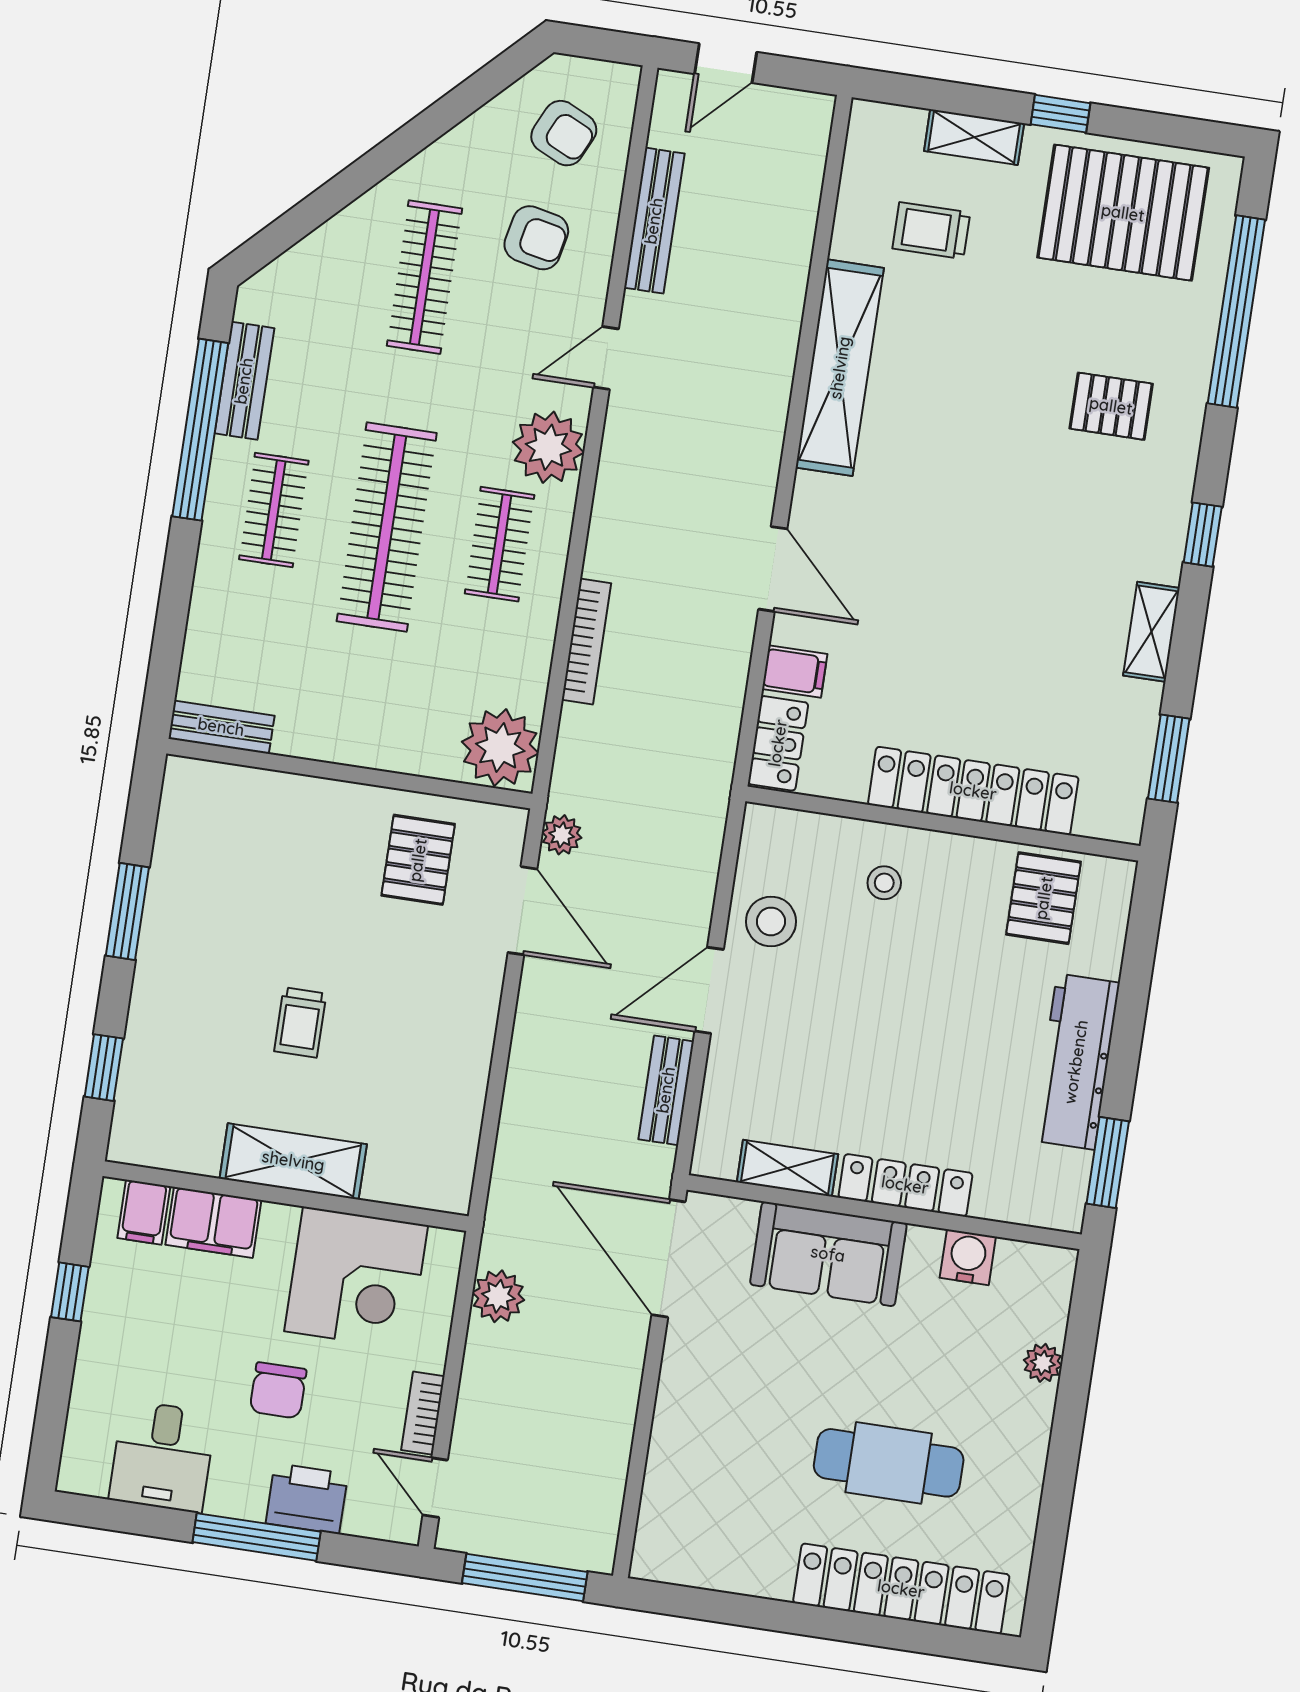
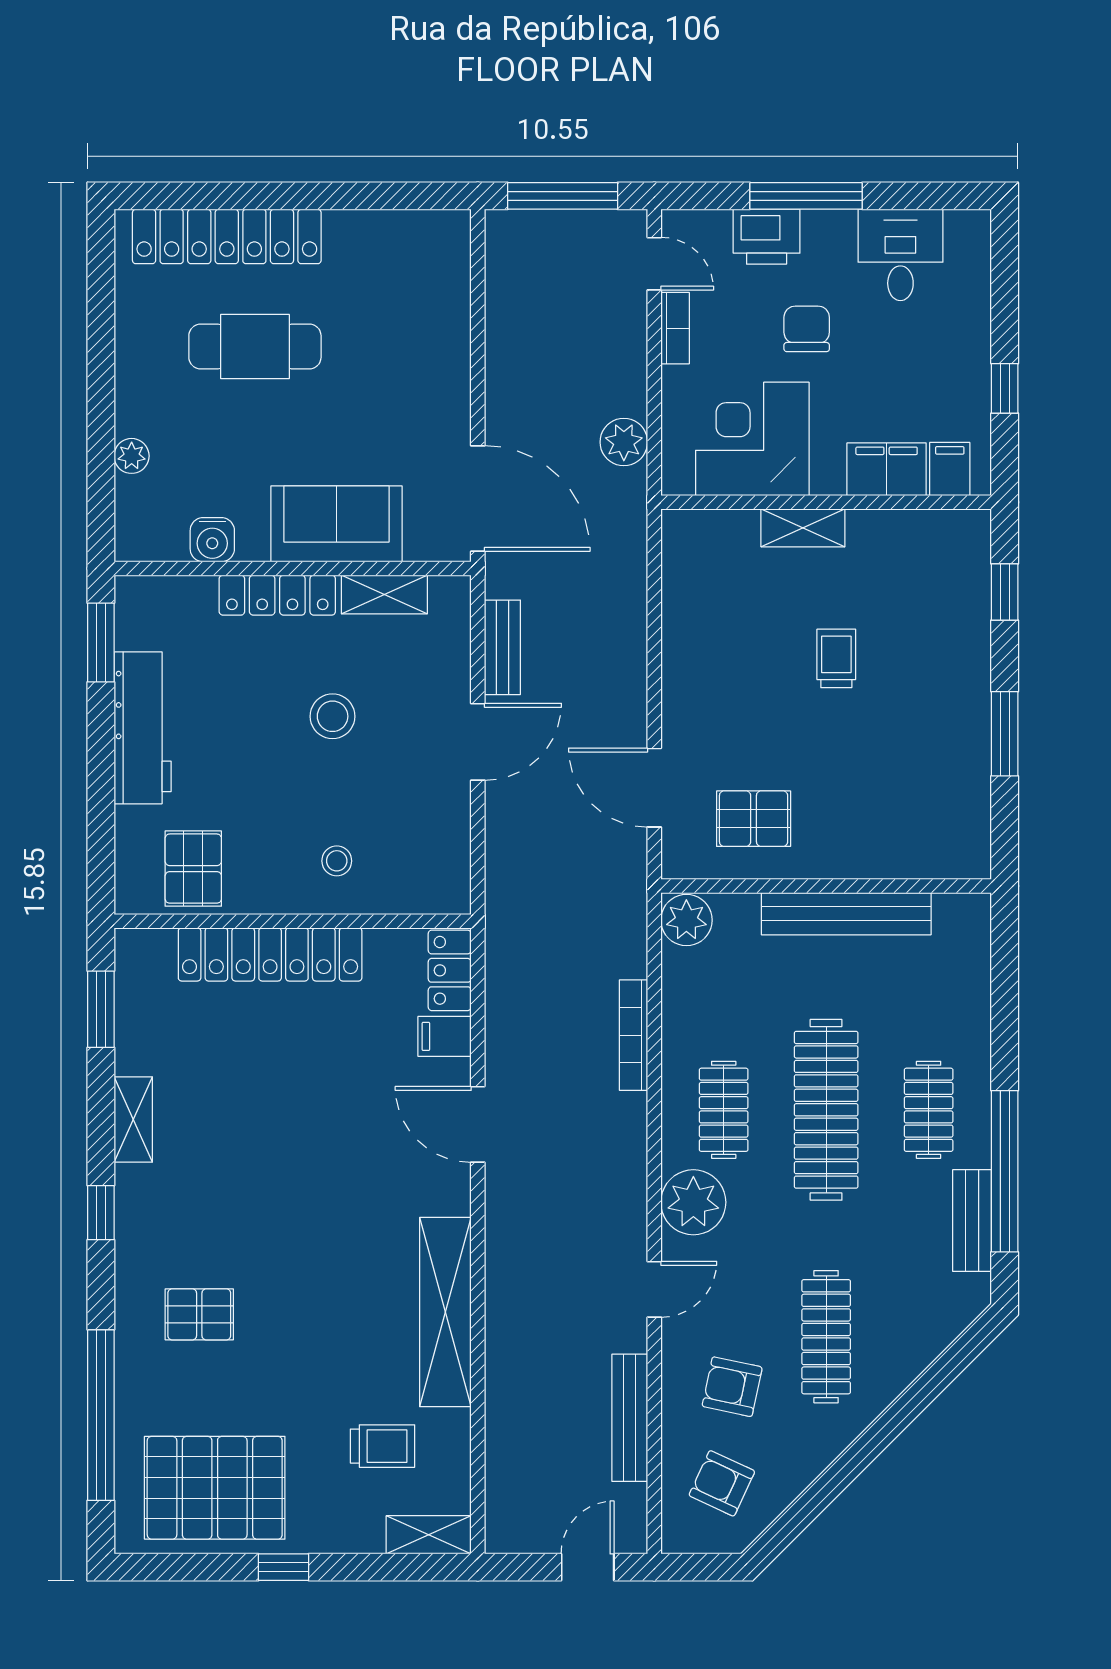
shelving: (974, 137) -> (429, 1535), moved
bench: (221, 727) -> (846, 914), moved, width x1.86, depth x1.21
plant: (500, 747) -> (686, 920), width x0.73, depth x0.73
plant: (562, 835) -> (630, 860), removed
pallet: (418, 860) -> (754, 819), turned 90
stool: (771, 921) -> (333, 716), moved
shelving: (293, 1161) -> (803, 528), width x0.67, depth x0.75

